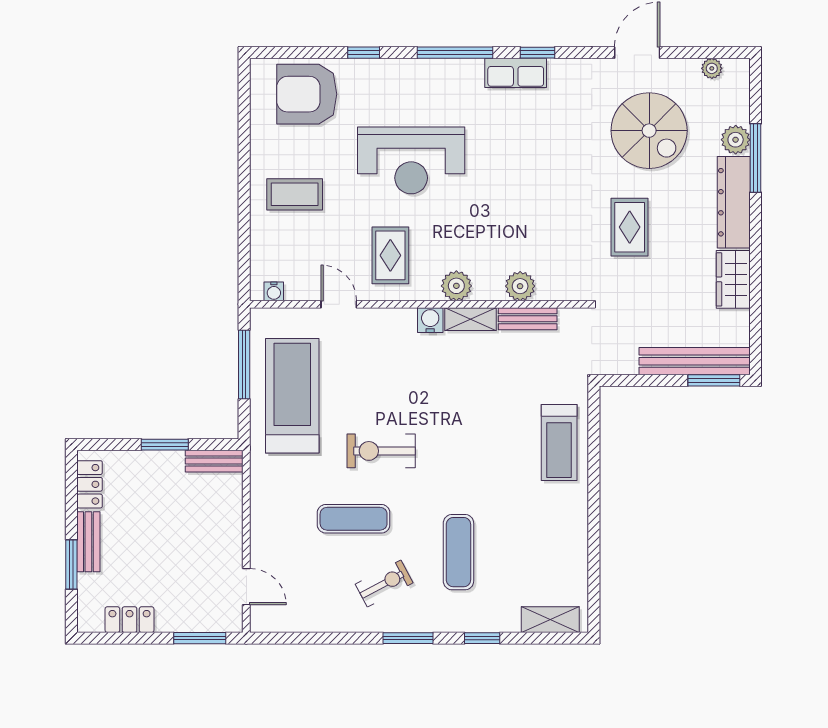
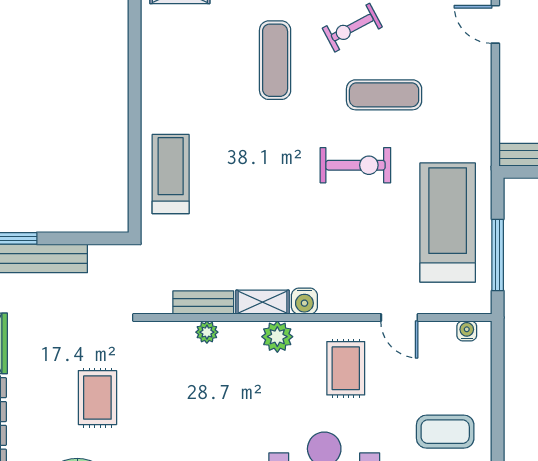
plant: (520, 286) -> (207, 332), width x0.73, depth x0.73
treadmill: (292, 396) -> (448, 223), turned 180

